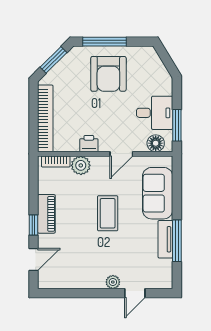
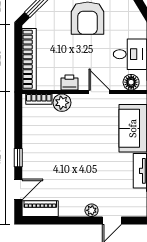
door: (121, 154) -> (99, 92), swing flipped
coffee table: (108, 213) -> (87, 147), removed
piano: (46, 214) -> (40, 209), moved, turned -90

